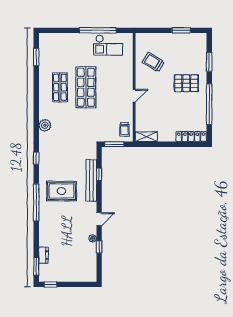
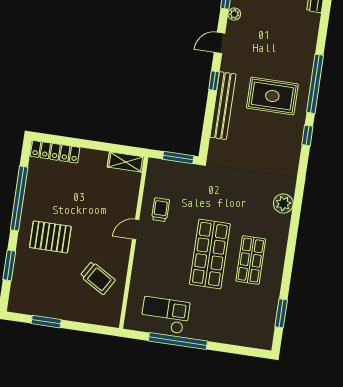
trolley: (124, 129) -> (161, 210), moved
window: (36, 158) -> (307, 135), moved
window: (99, 174) -> (214, 81), moved

